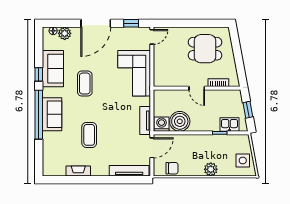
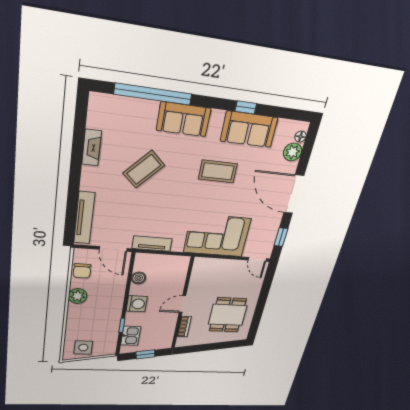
window: (39, 115) -> (153, 94), moved
boiler: (180, 121) -> (139, 278), width x0.54, depth x0.54
washing machine: (161, 124) -> (137, 304), moved
coffee table: (89, 135) -> (144, 169), turned -47
plant: (211, 169) -> (78, 296), moved

